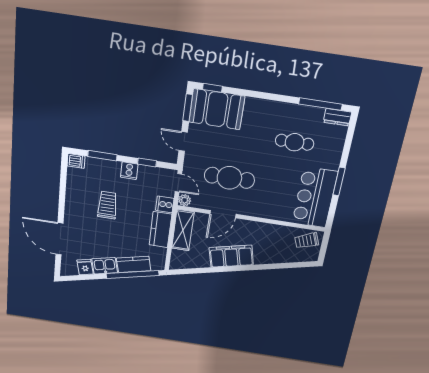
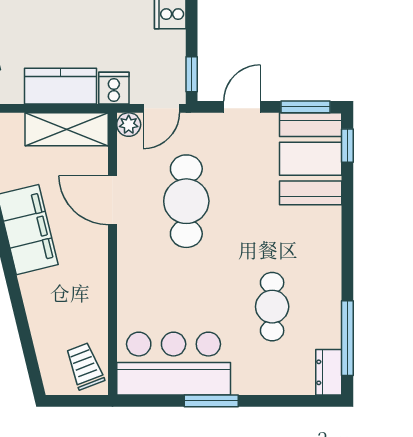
window: (147, 162) -> (192, 74), moved

